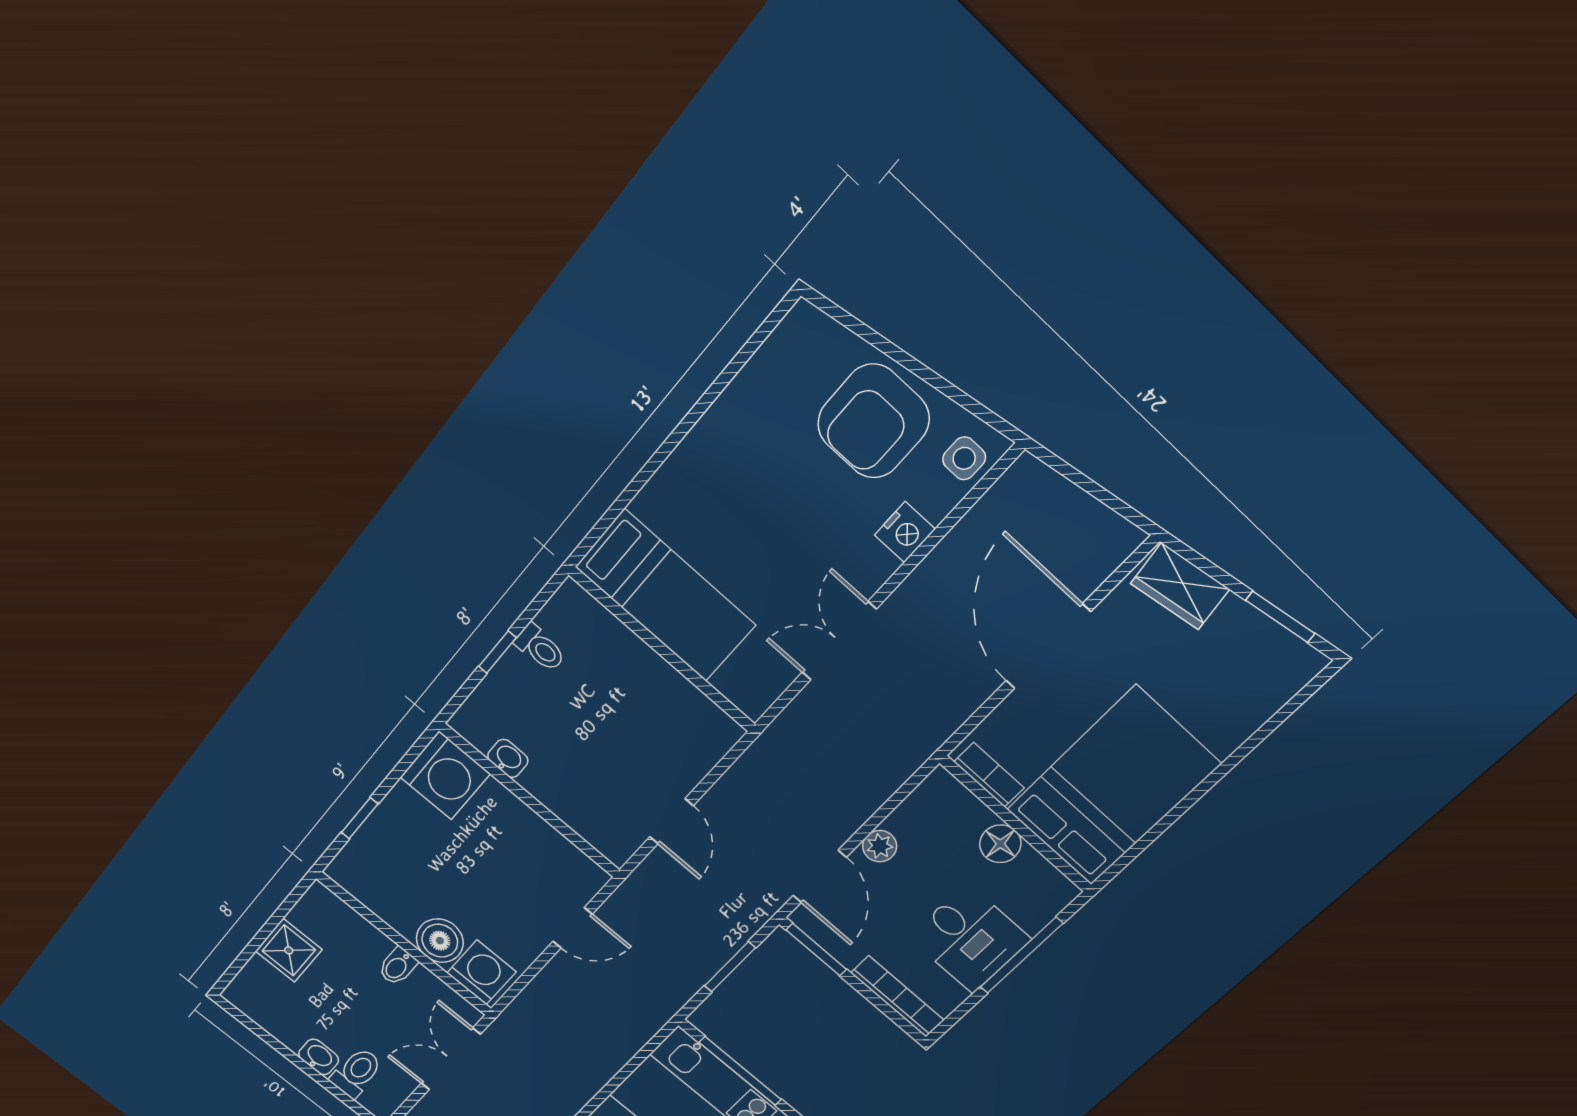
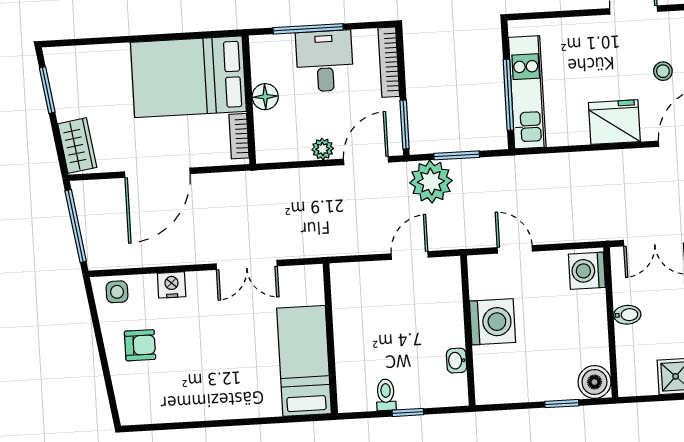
armchair: (873, 421) -> (140, 345), width x0.53, depth x0.53
window: (1092, 488) -> (76, 226), added
washing machine: (445, 776) -> (493, 322), moved, turned 90
plant: (729, 917) -> (431, 182), added
boiler: (440, 941) -> (594, 382), moved

